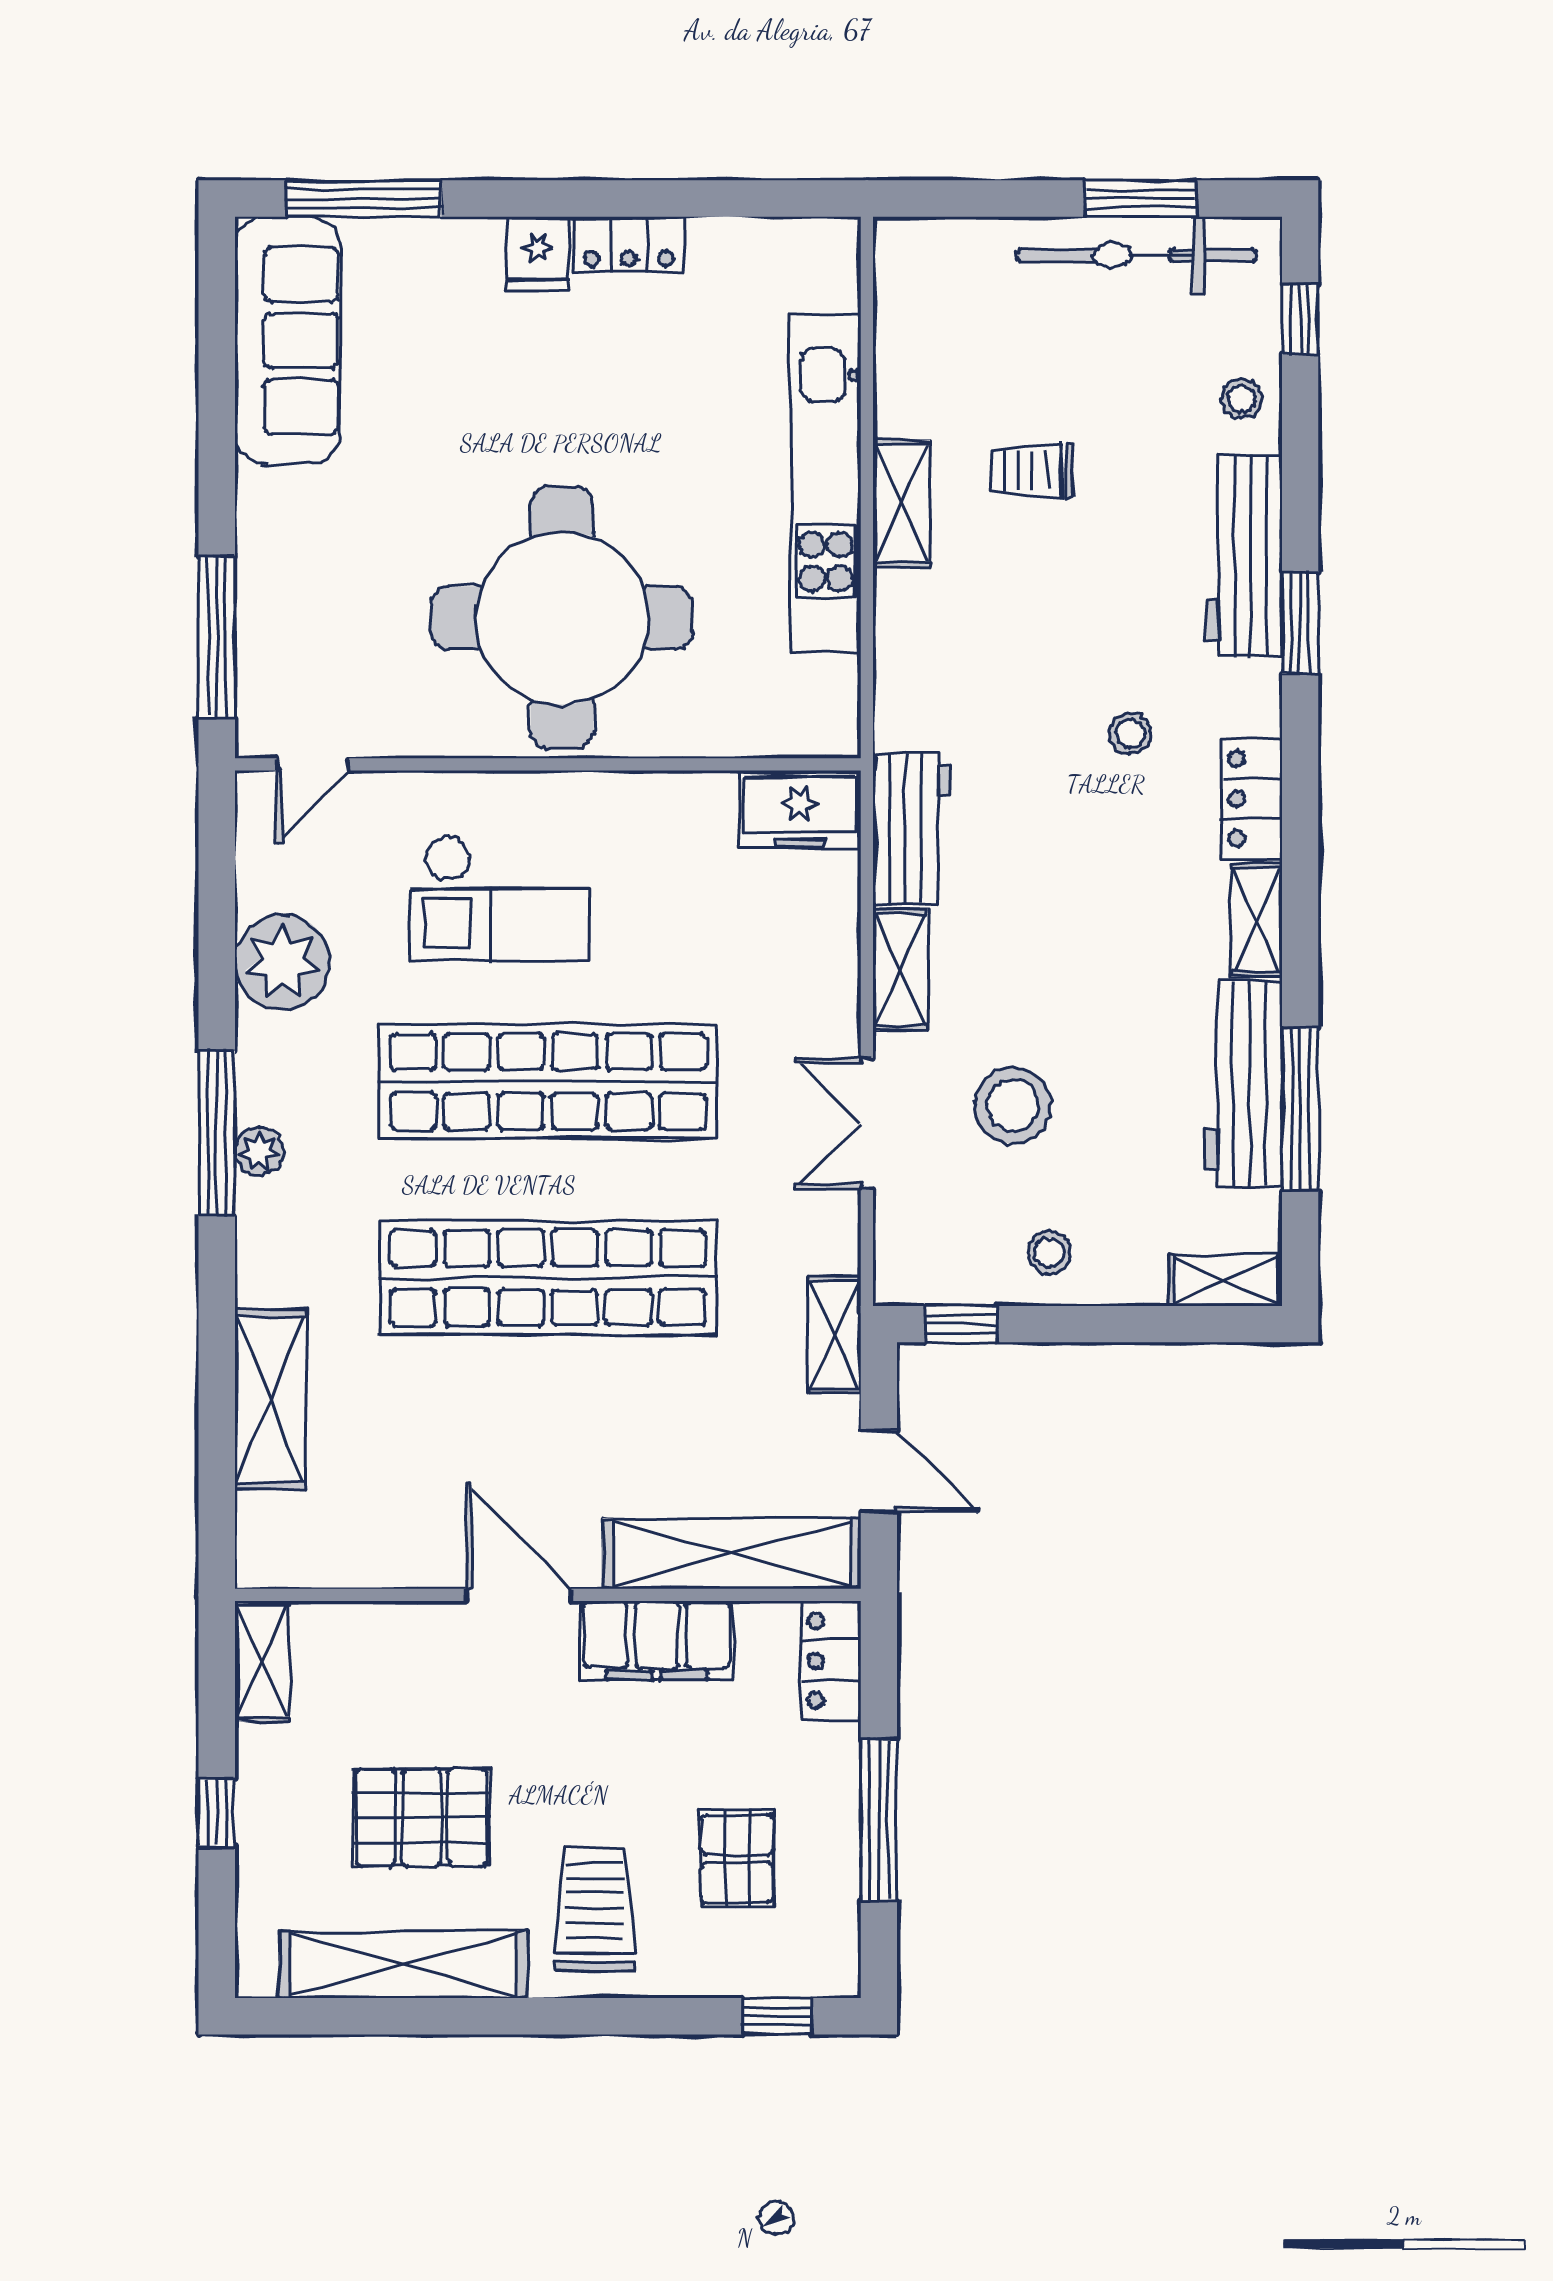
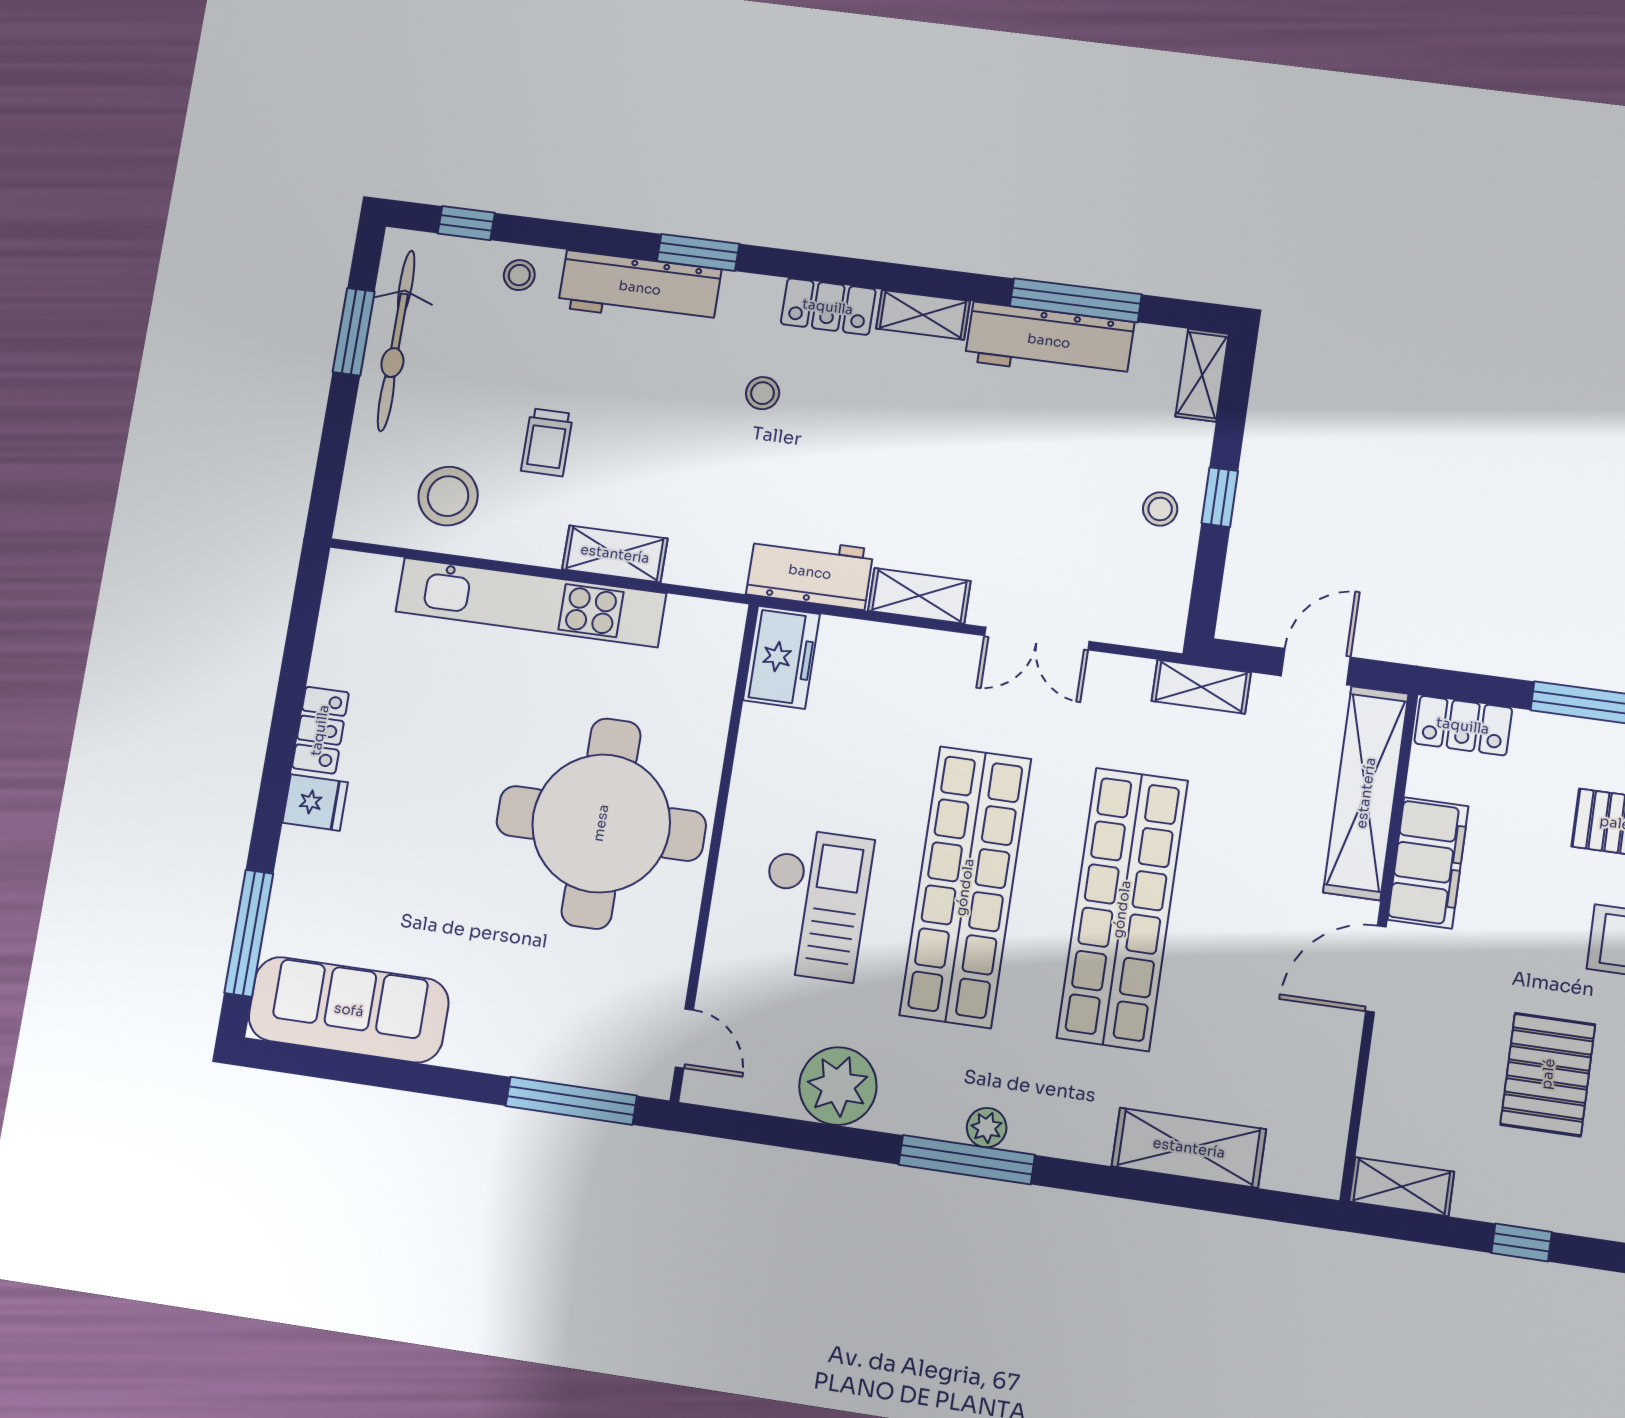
shelving: (901, 503) -> (615, 554), moved
stool: (1013, 1105) -> (448, 496), moved
window: (961, 1324) -> (1220, 497), moved

